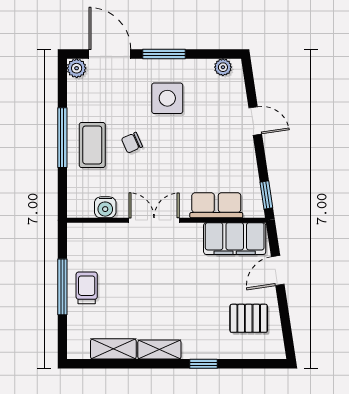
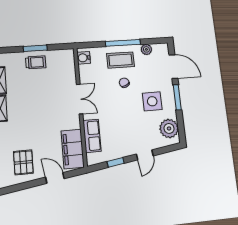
door: (110, 54) -> (173, 67), hinge flipped
plant: (223, 67) -> (169, 128), width x1.88, depth x1.88
plant: (77, 68) -> (146, 49), moved
window: (266, 195) -> (116, 162), moved
water cooler: (105, 207) -> (84, 58), moved
window: (62, 287) -> (35, 48), width x0.69

